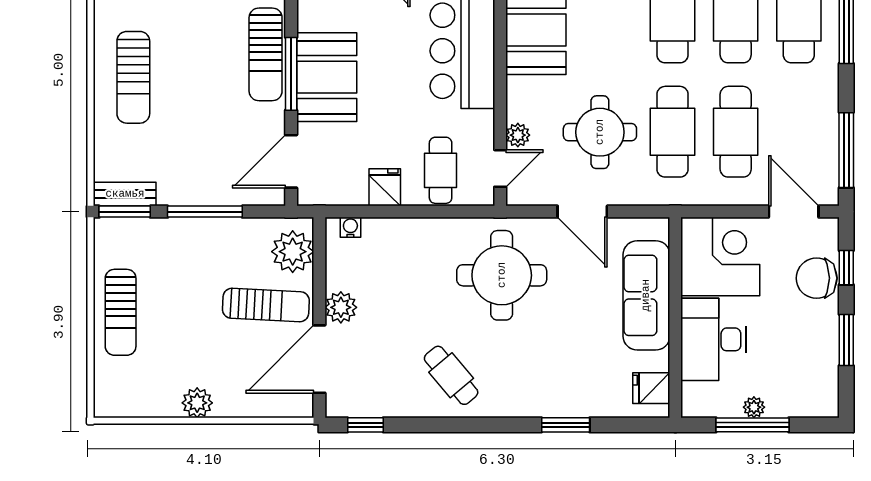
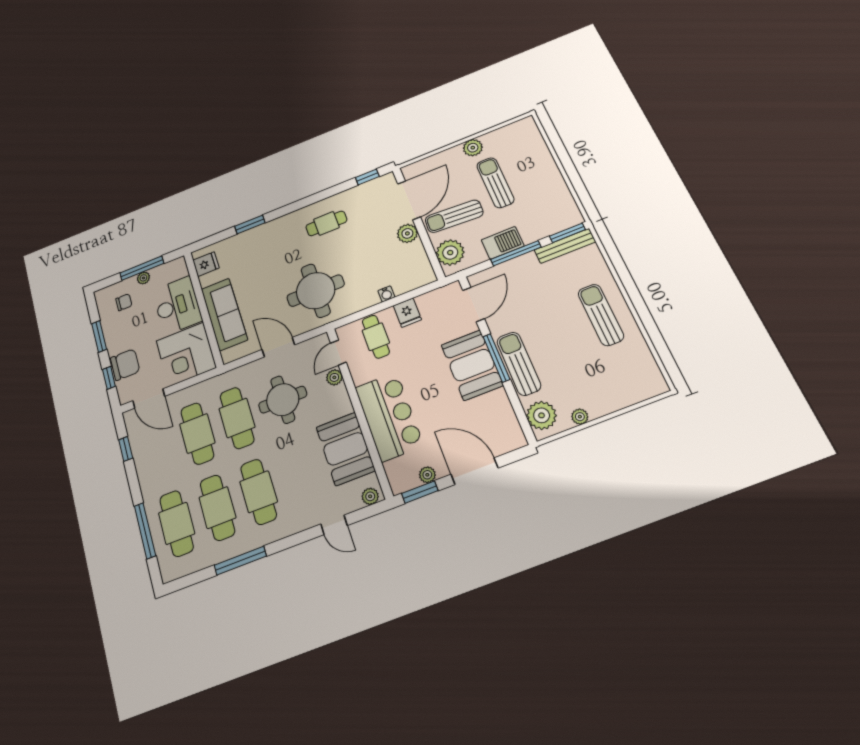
window: (846, 150) -> (126, 449), width x0.46
bench: (125, 194) -> (565, 246), width x1.36
water cooler: (350, 227) -> (386, 294), moved
barbecue: (216, 235) -> (503, 243), added
sun lounger: (121, 312) -> (495, 183), moved
cafe table: (451, 375) -> (326, 223), turned -50
chair: (795, 380) -> (124, 302), added

